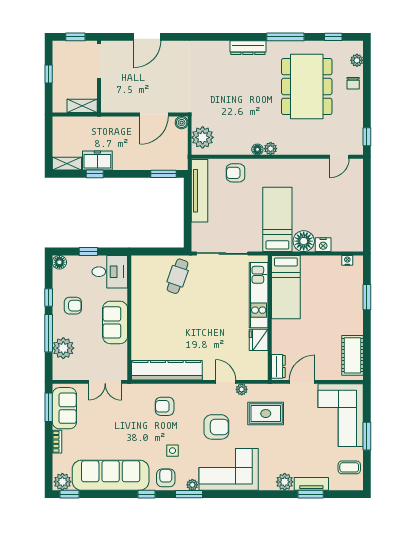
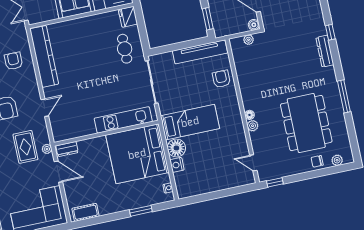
window: (333, 37) -> (330, 32), moved
dresser: (248, 48) -> (325, 51), moved
dining table: (307, 86) -> (306, 123), turned 90
plant: (203, 137) -> (249, 40), width x0.53, depth x0.53
floor lamp: (257, 149) -> (249, 115), moved
plant: (271, 149) -> (253, 126), moved
cafe table: (178, 276) -> (125, 49), turned 71
bed: (286, 287) -> (137, 154), width x2.04
fridge: (259, 340) -> (128, 17), moved, turned -90
cot: (352, 355) -> (85, 212), width x0.73, depth x0.75
plant: (242, 389) -> (47, 149), moved

